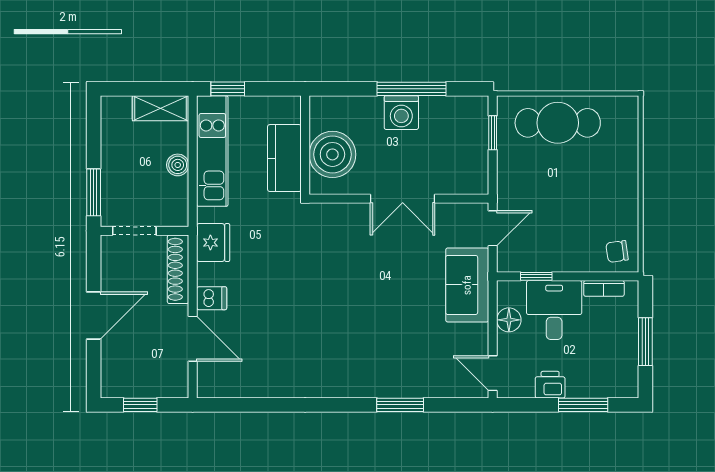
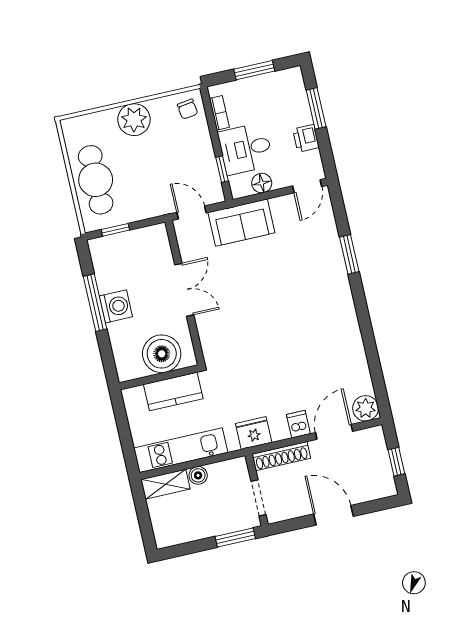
window: (228, 89) -> (128, 449), removed
shelving: (161, 108) -> (165, 484), moved, turned 90
plant: (619, 185) -> (134, 120), added
plant: (212, 383) -> (366, 408), added

